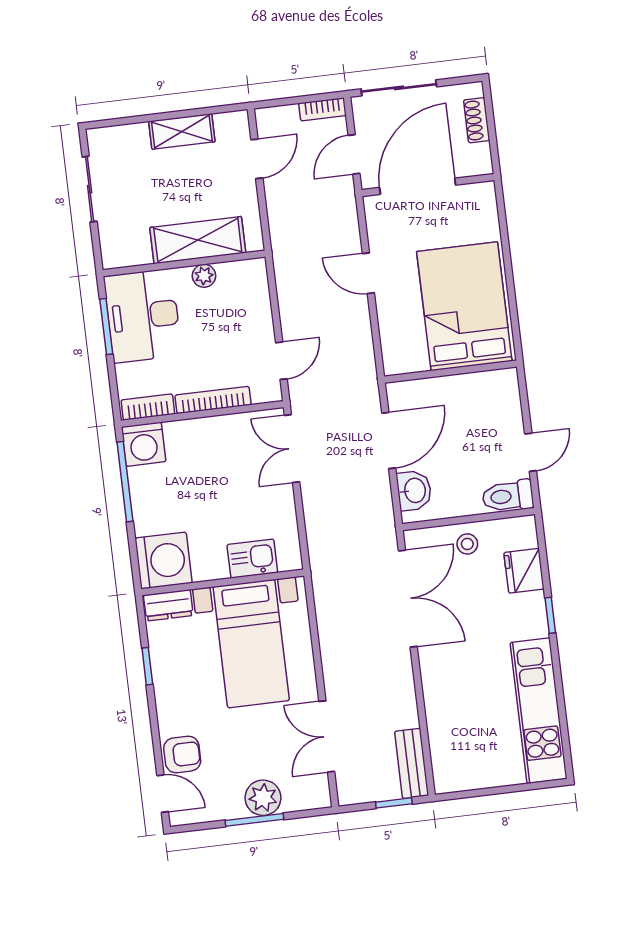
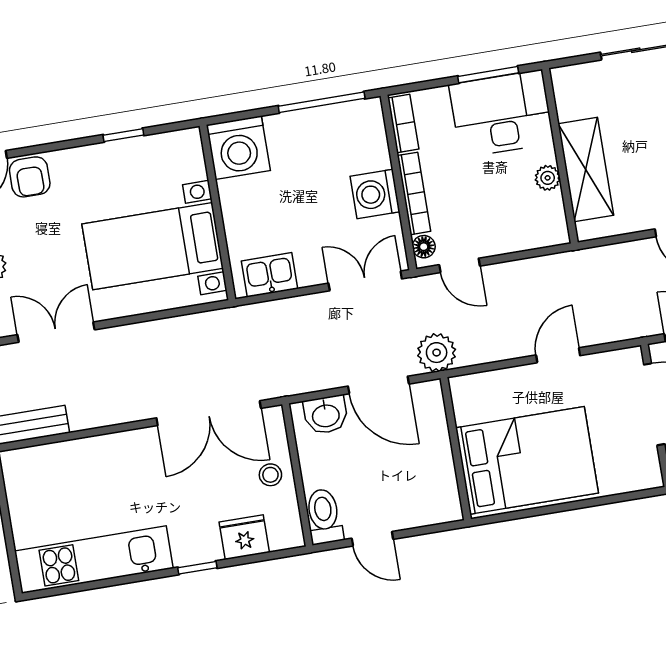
plant: (361, 385) -> (437, 353), added
floor lamp: (263, 393) -> (424, 247), added
washing machine: (144, 444) -> (375, 194), moved
kitchen sink: (252, 559) -> (270, 275), moved, turned -90
dresser: (168, 605) -> (190, 155), removed

